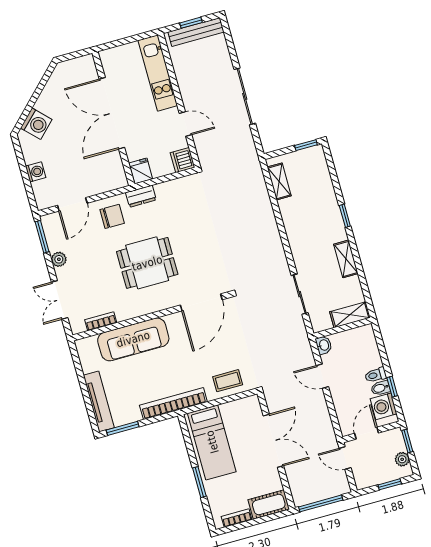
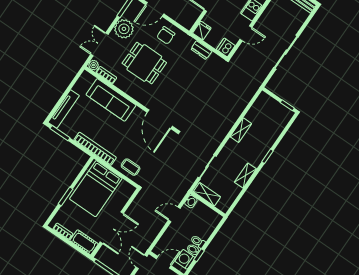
door: (186, 124) -> (246, 33), hinge flipped
shelving: (279, 181) -> (241, 130), moved
dresser: (141, 196) -> (201, 50), moved
chair: (112, 216) -> (166, 35), turned 90
plant: (59, 259) -> (124, 29), width x1.87, depth x1.87
dining table: (147, 263) -> (144, 63), moved
door: (201, 302) -> (160, 119), hinge flipped
shelving: (350, 315) -> (207, 194), moved
plant: (77, 326) -> (93, 65), added
door: (322, 376) -> (174, 214), hinge flipped
double door: (273, 441) -> (112, 228), moved
bed: (212, 442) -> (96, 189), width x1.50

